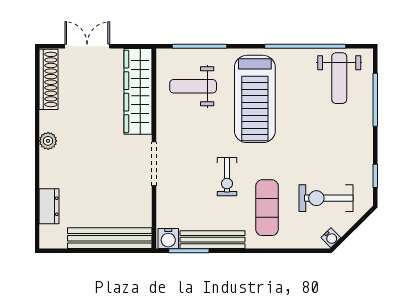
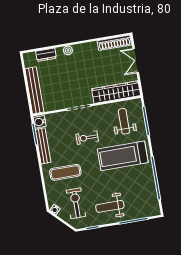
double door: (87, 46) -> (136, 61), swing flipped
weight bench: (339, 78) -> (110, 206), moved
plant: (48, 141) -> (68, 50), moved
exercise bike: (227, 177) -> (87, 138), moved

